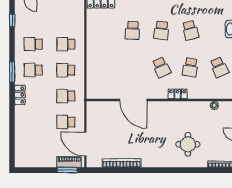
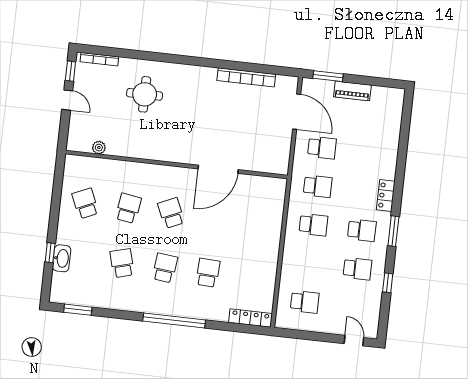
window: (12, 20) -> (388, 283), moved
school desk: (66, 44) -> (305, 302), moved
locker: (178, 94) -> (152, 171), removed
door: (133, 100) -> (218, 169), swing flipped
piano: (69, 162) -> (352, 91), moved

